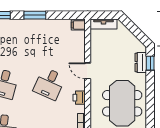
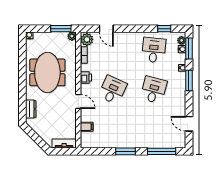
filing cabinet: (78, 25) -> (87, 127), moved
window: (150, 63) -> (22, 108), removed

